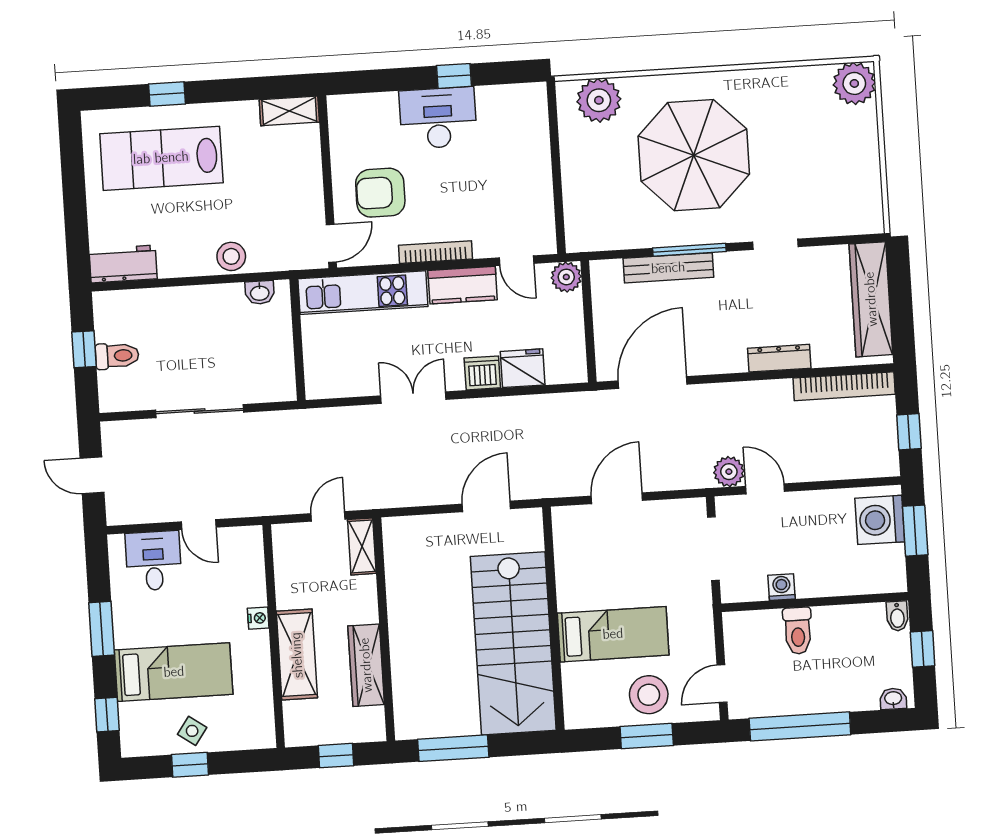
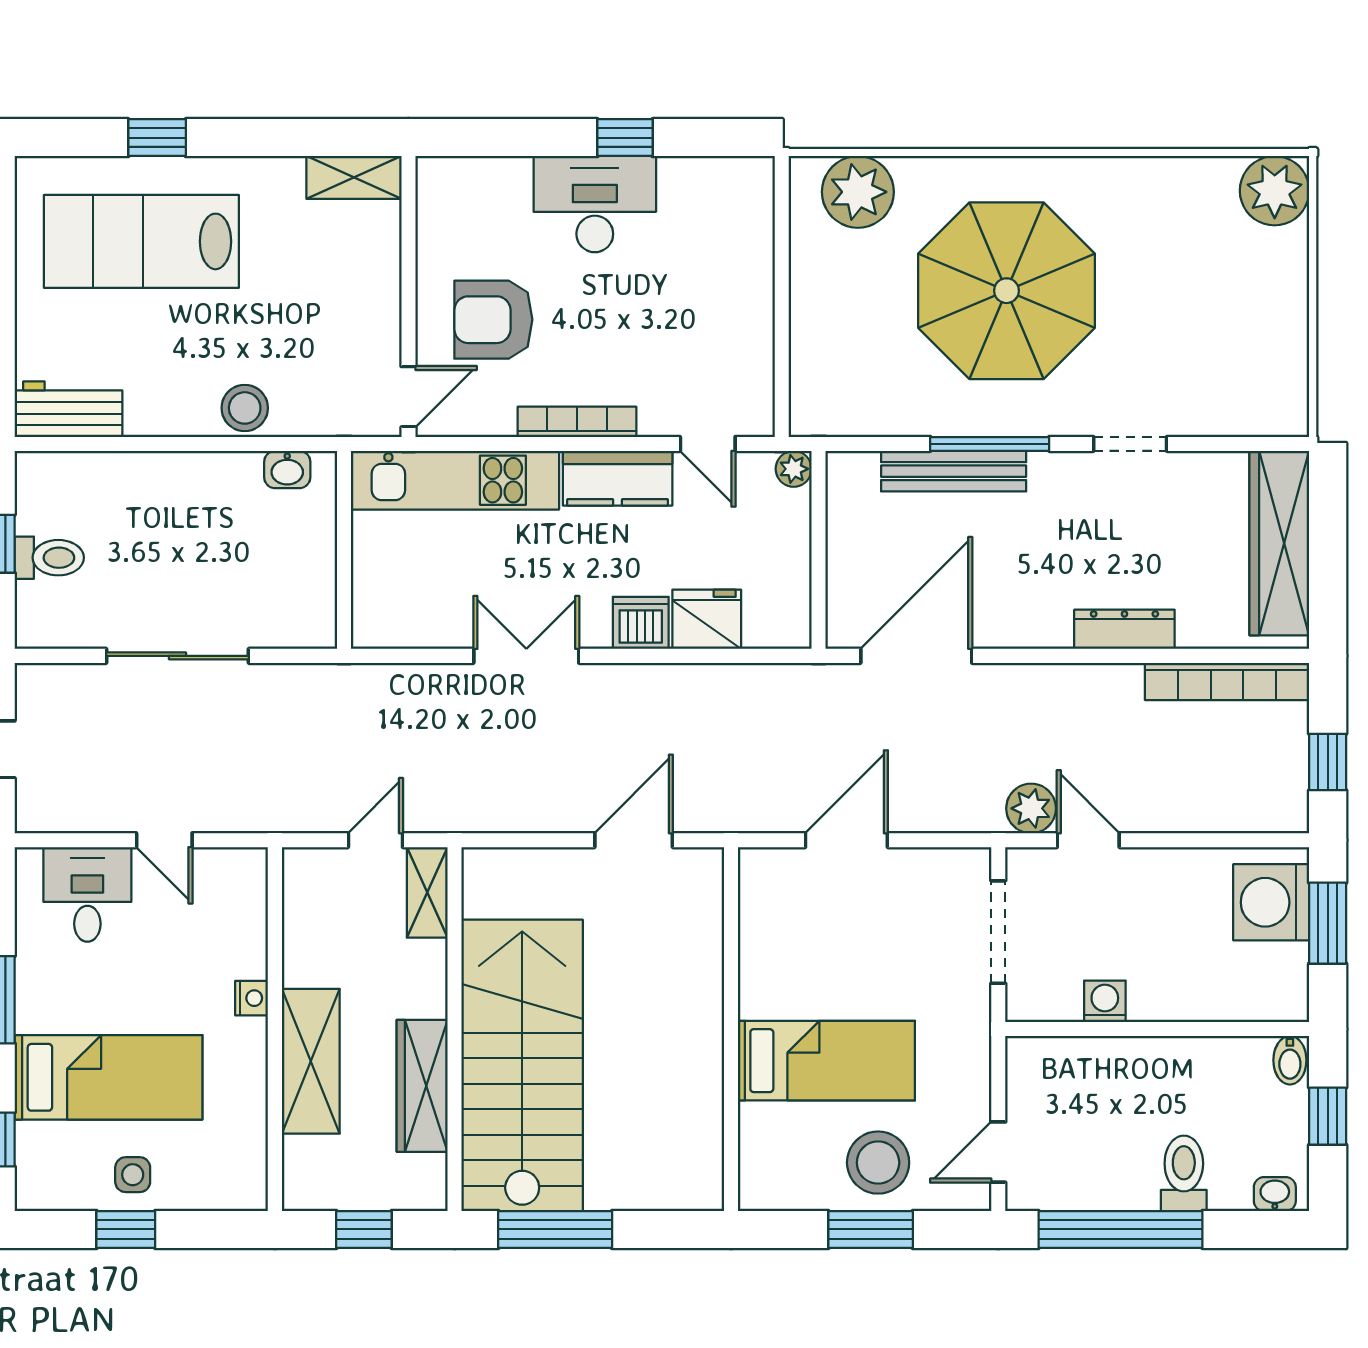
plant: (566, 277) -> (794, 469), width x0.73, depth x0.73
toilet: (798, 631) -> (1184, 1173), moved, turned 180
stairs: (513, 643) -> (522, 1065), moved, turned 180
side table: (192, 731) -> (133, 1175), turned -35

